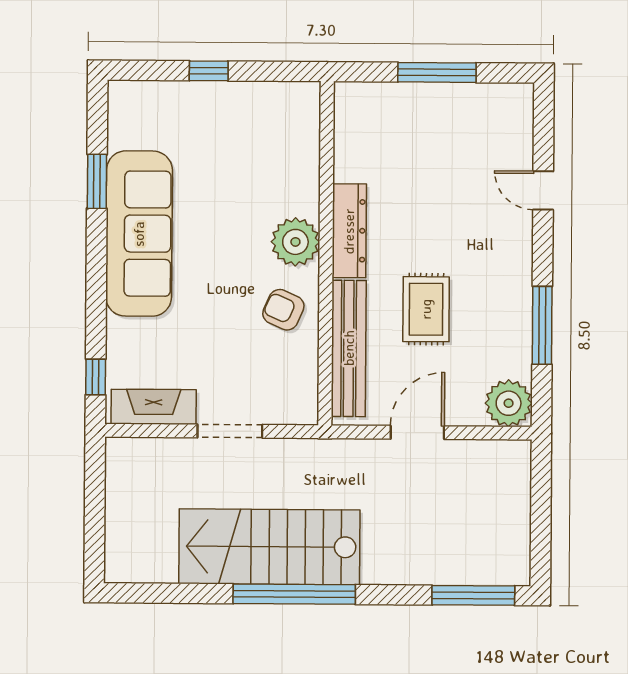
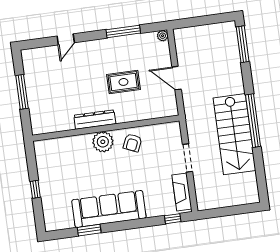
bench: (349, 348) -> (145, 113), removed
plant: (509, 403) -> (163, 36), width x0.53, depth x0.53

